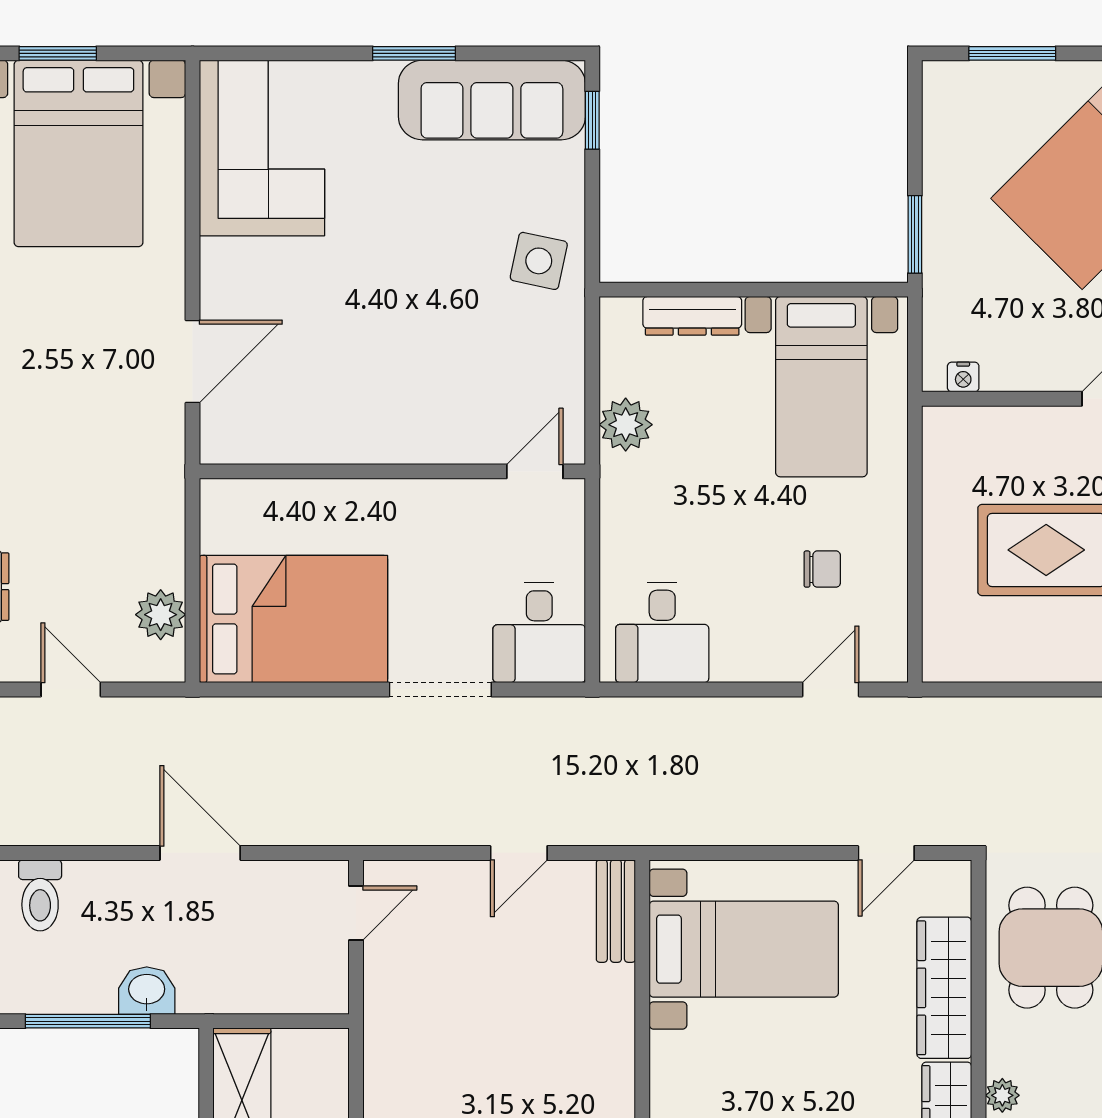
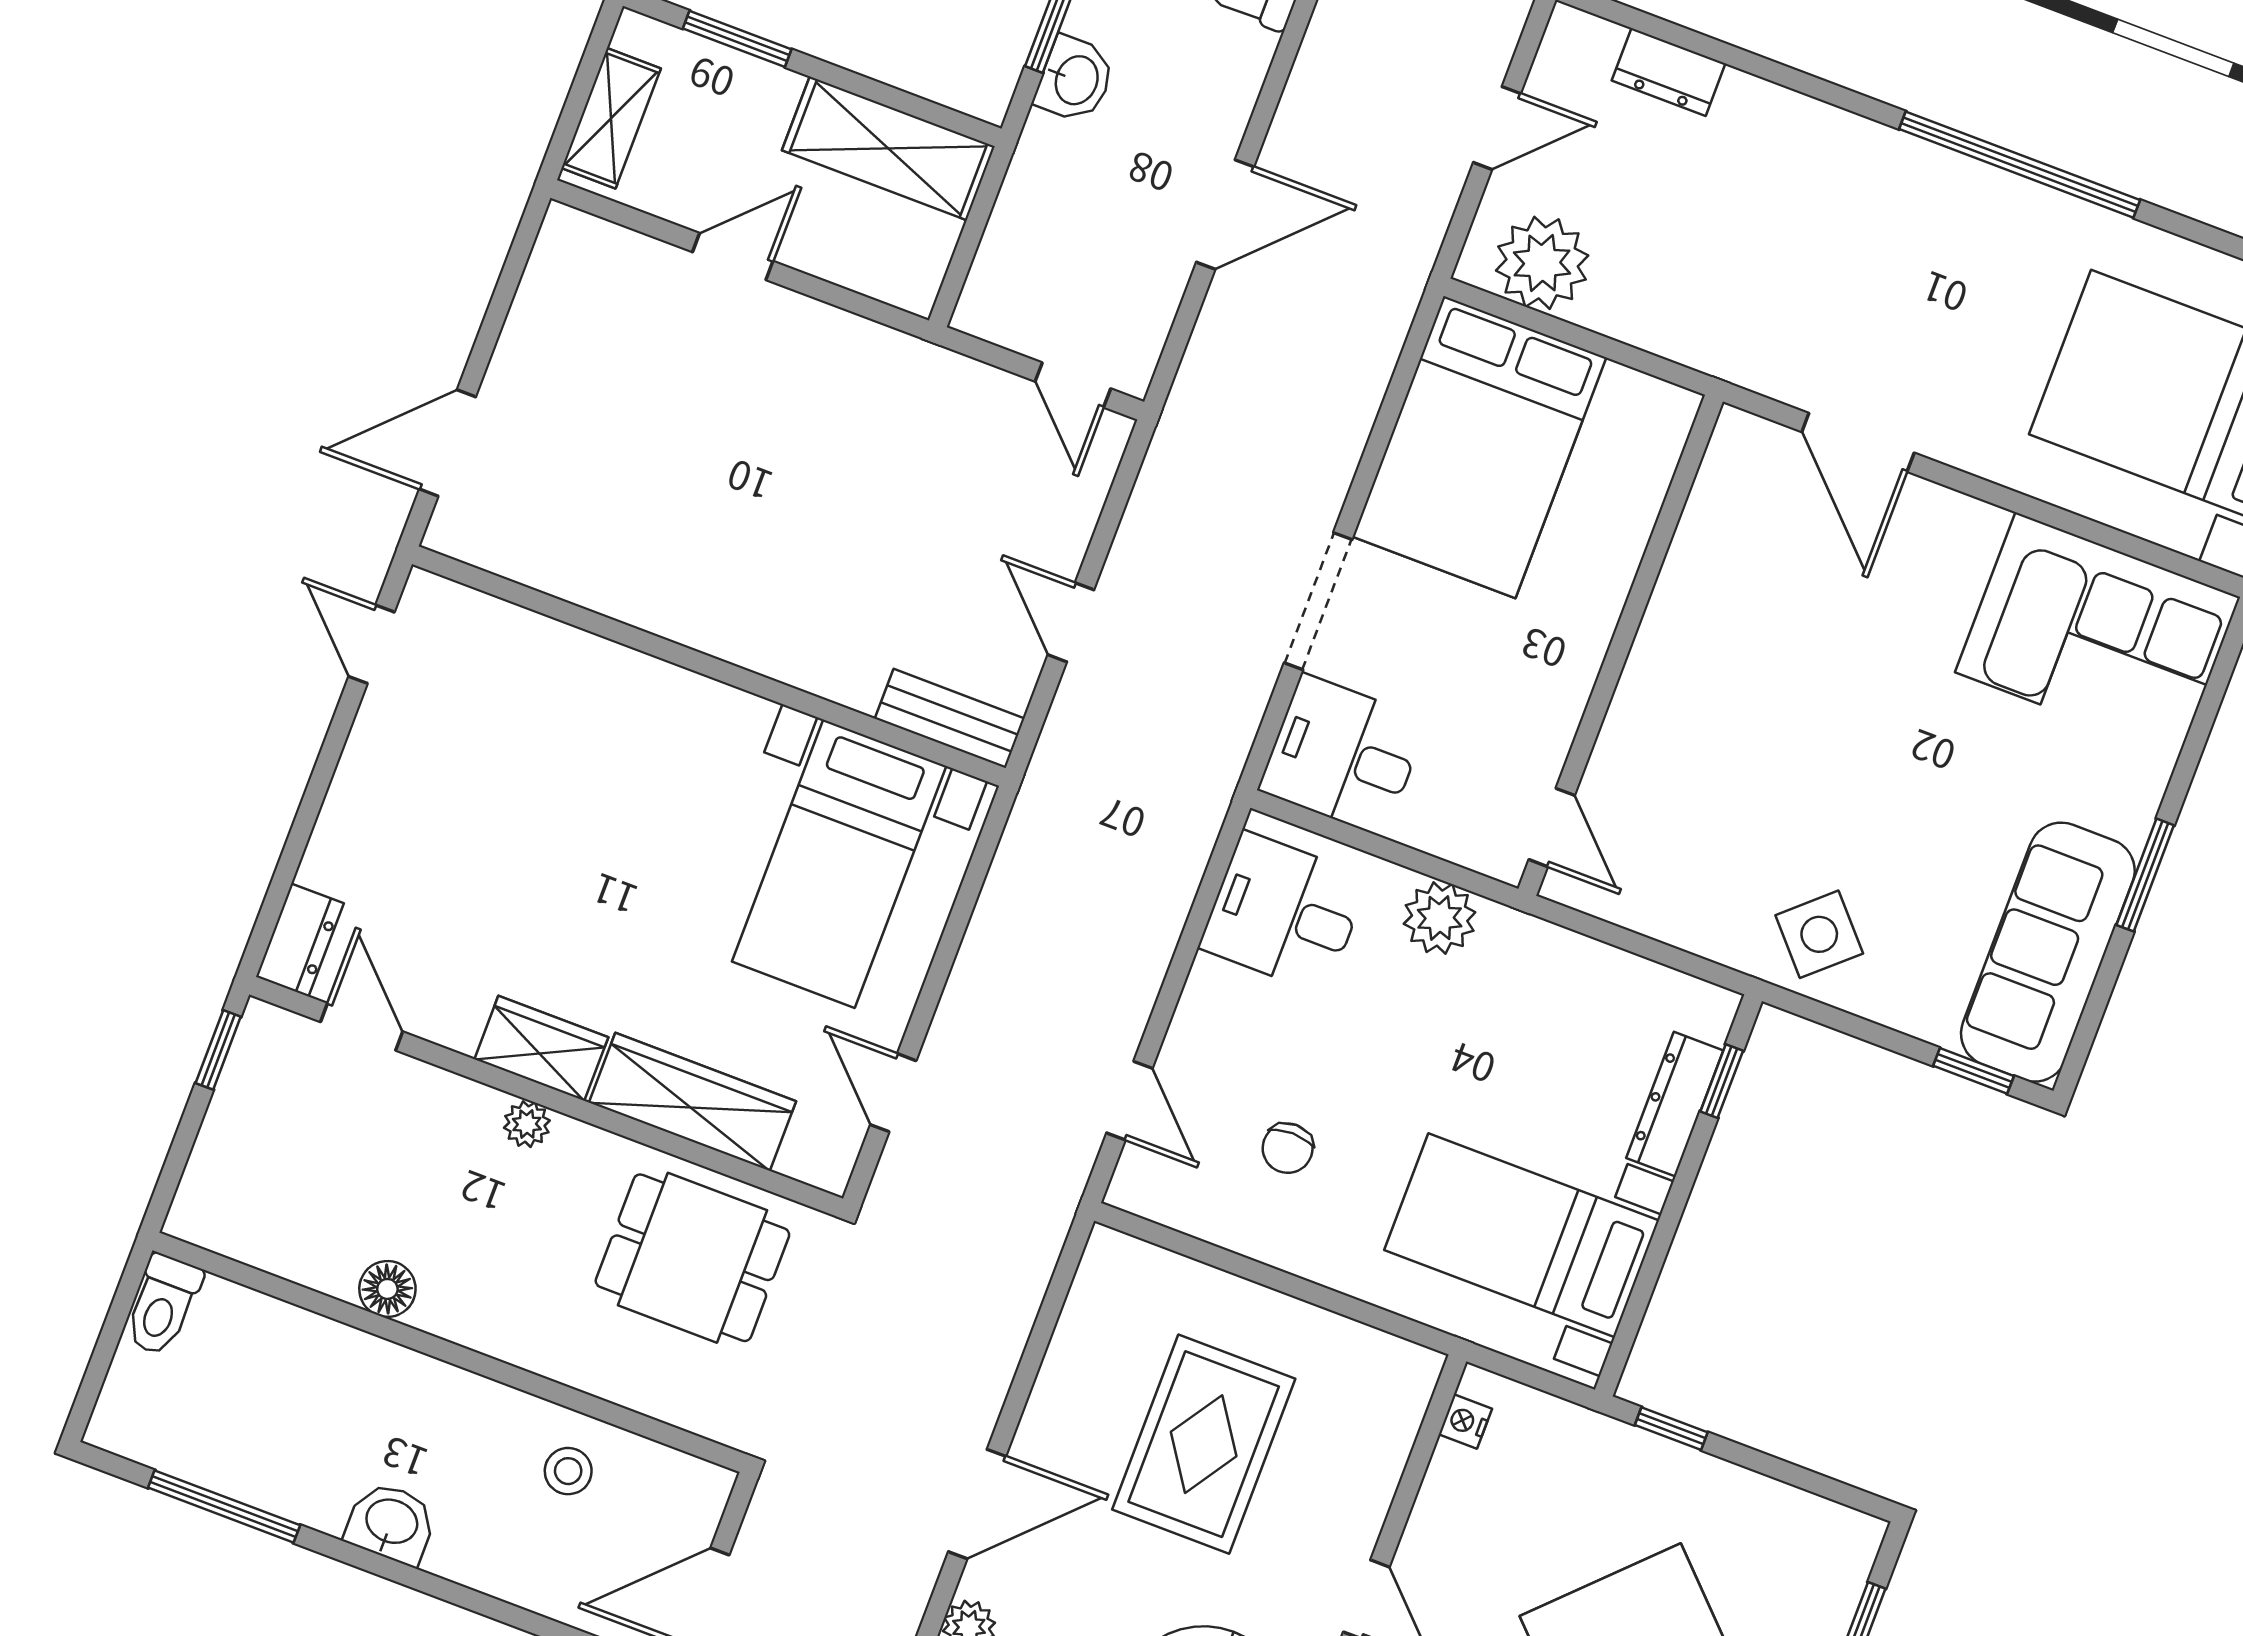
window: (915, 234) -> (1671, 1429), width x0.67
side table: (539, 261) -> (1819, 934), turned 36
window: (664, 290) -> (1722, 1081), added
plant: (626, 425) -> (1440, 918), moved
plant: (161, 615) -> (1542, 263), width x1.36, depth x1.36

